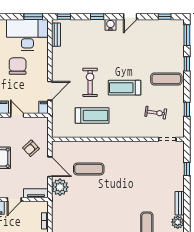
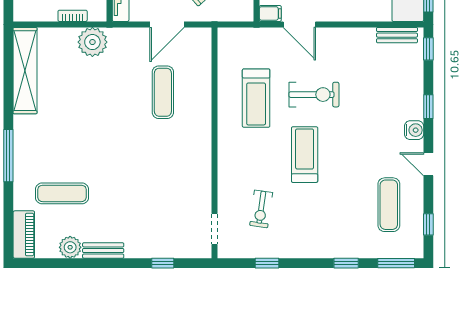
exercise mat: (166, 79) -> (389, 205), moved
plant: (60, 187) -> (92, 42), moved

